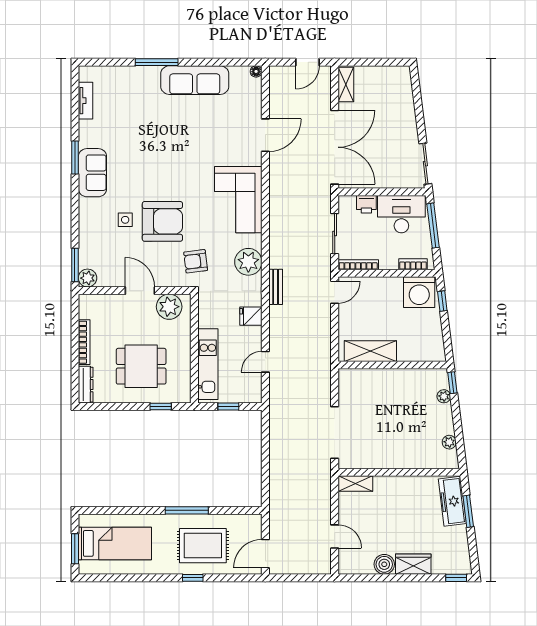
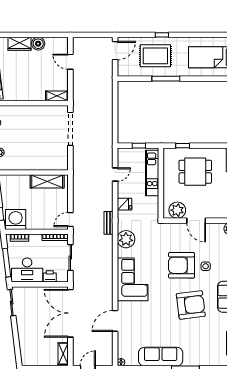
armchair: (196, 261) -> (191, 305), moved, width x1.88, depth x1.88

